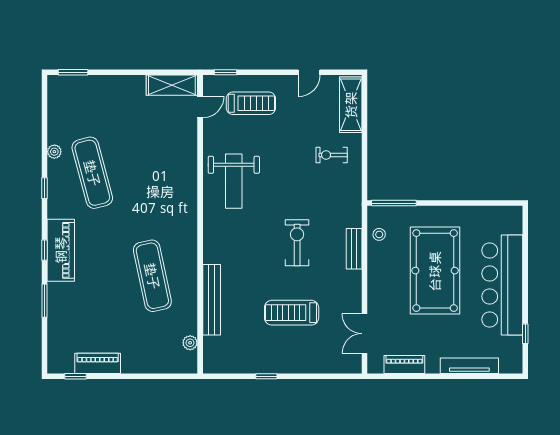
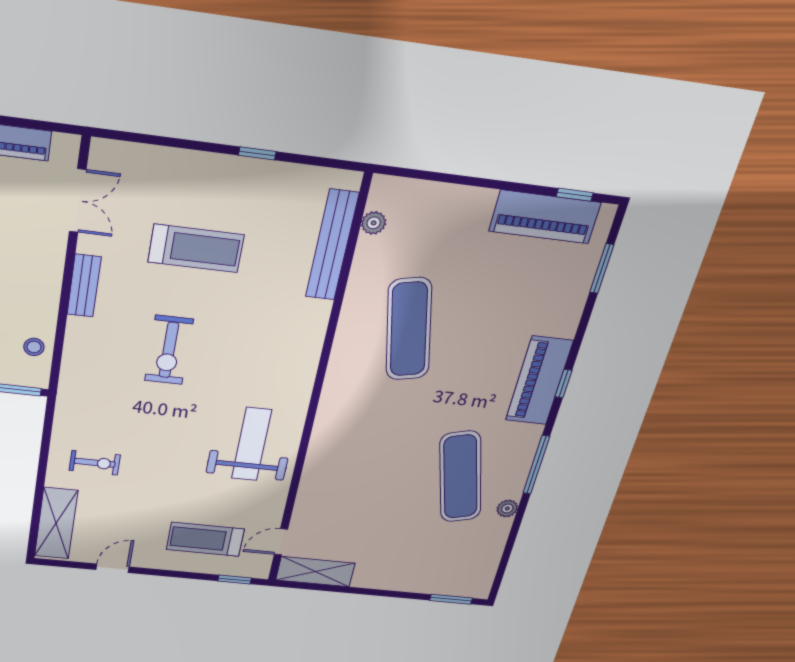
window: (45, 188) -> (536, 465), width x2.17
bench: (354, 249) -> (84, 286), moved
bench: (212, 300) -> (332, 245), moved
window: (45, 301) -> (602, 269), moved
piano: (98, 363) -> (545, 217), width x1.37, depth x1.33

